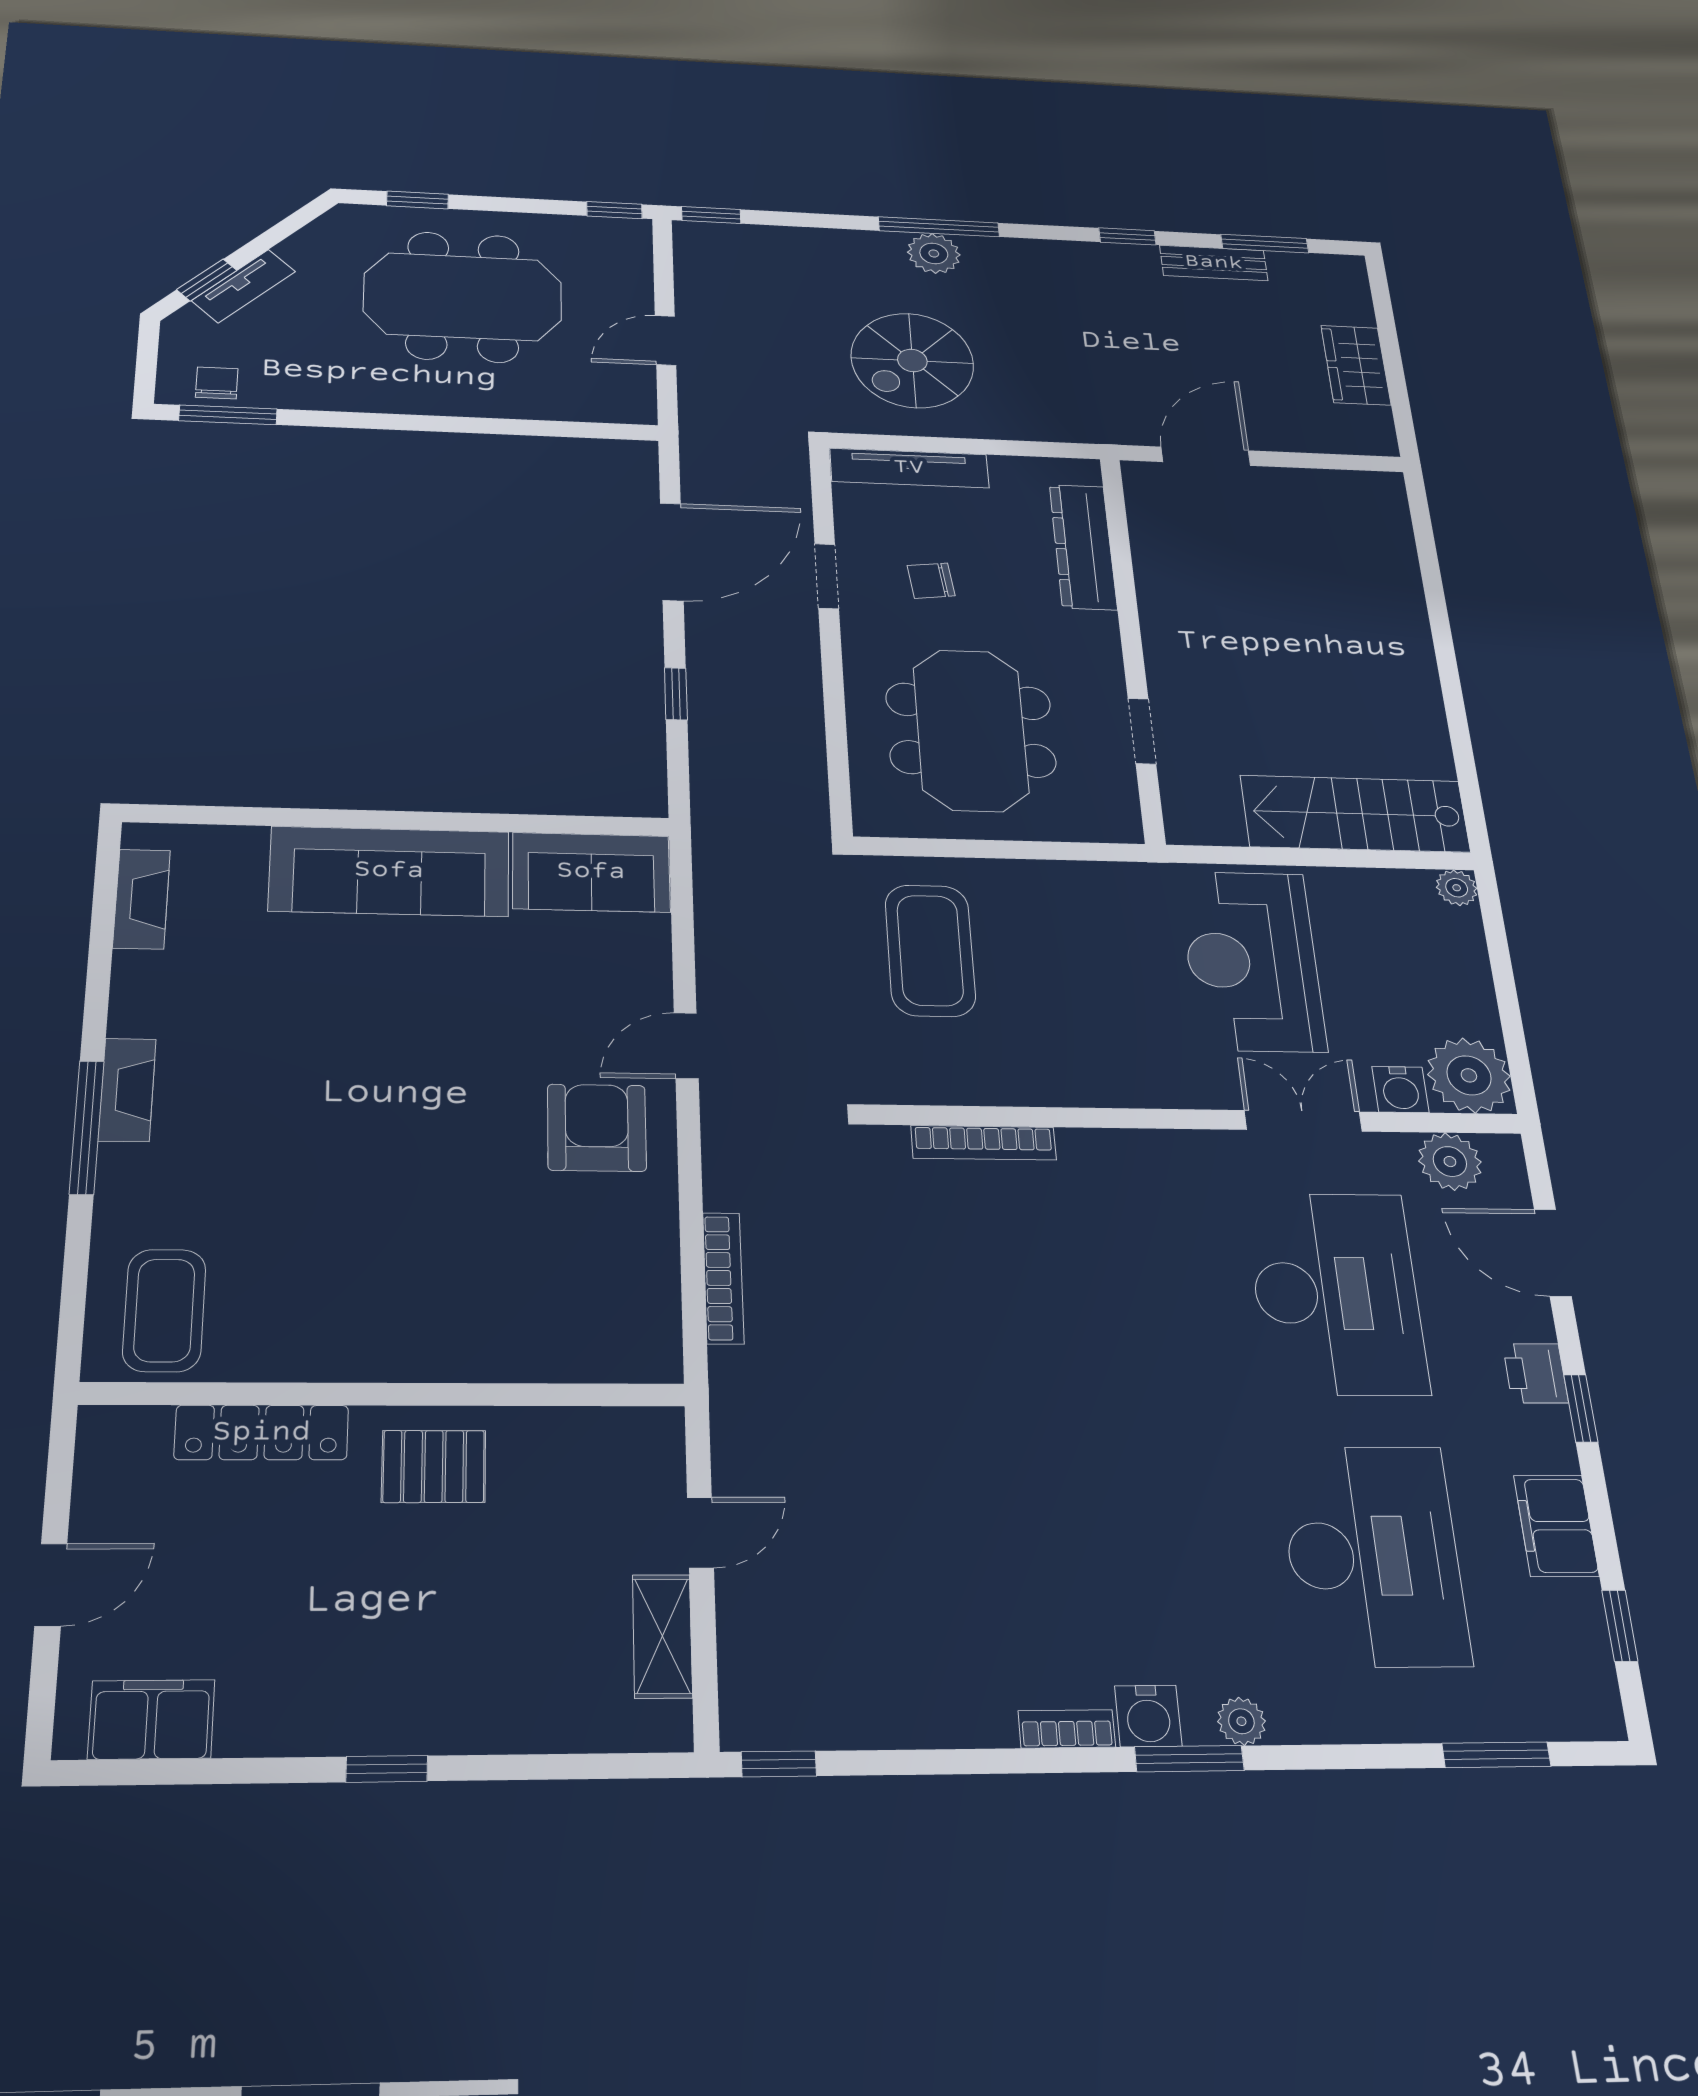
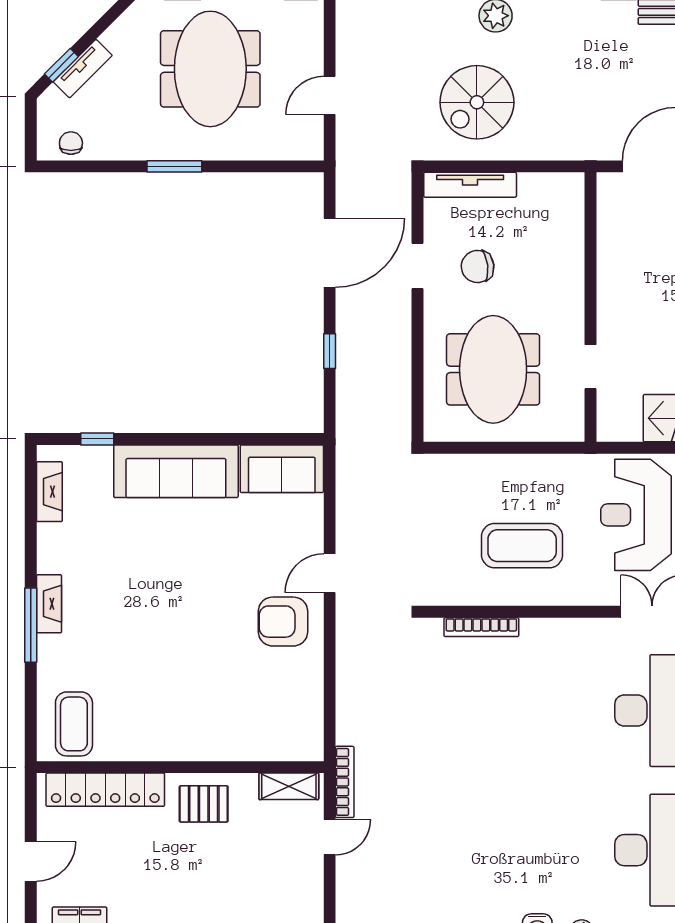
meeting table: (463, 297) -> (210, 69), turned 90
window: (228, 415) -> (174, 166), moved
dresser: (1083, 547) -> (569, 238), removed
chair: (931, 581) -> (478, 266), width x1.37, depth x1.37
window: (240, 816) -> (97, 439), added
coffee table: (930, 950) -> (522, 546), moved, turned 90
armchair: (597, 1128) -> (283, 622), turned -90
bookcase: (723, 1278) -> (345, 782), moved
locker: (262, 1433) -> (105, 790), width x1.41, depth x1.21
shelving: (662, 1636) -> (289, 786), moved, turned 90

